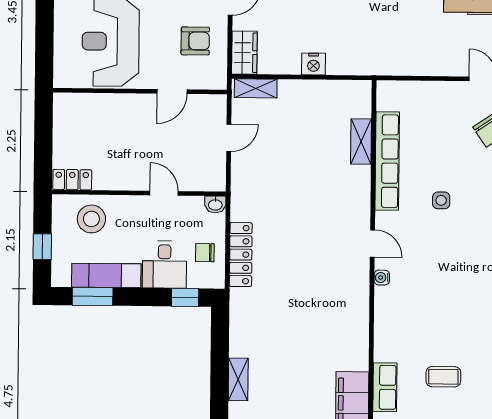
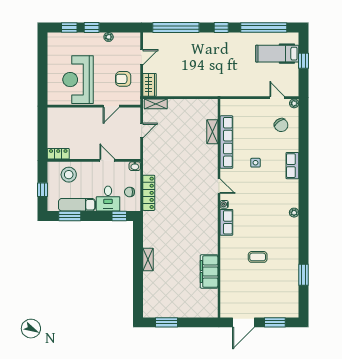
armchair: (195, 41) -> (123, 79), turned 180
nightstand: (313, 64) -> (187, 91), removed
row of seats: (385, 387) -> (226, 222), moved

